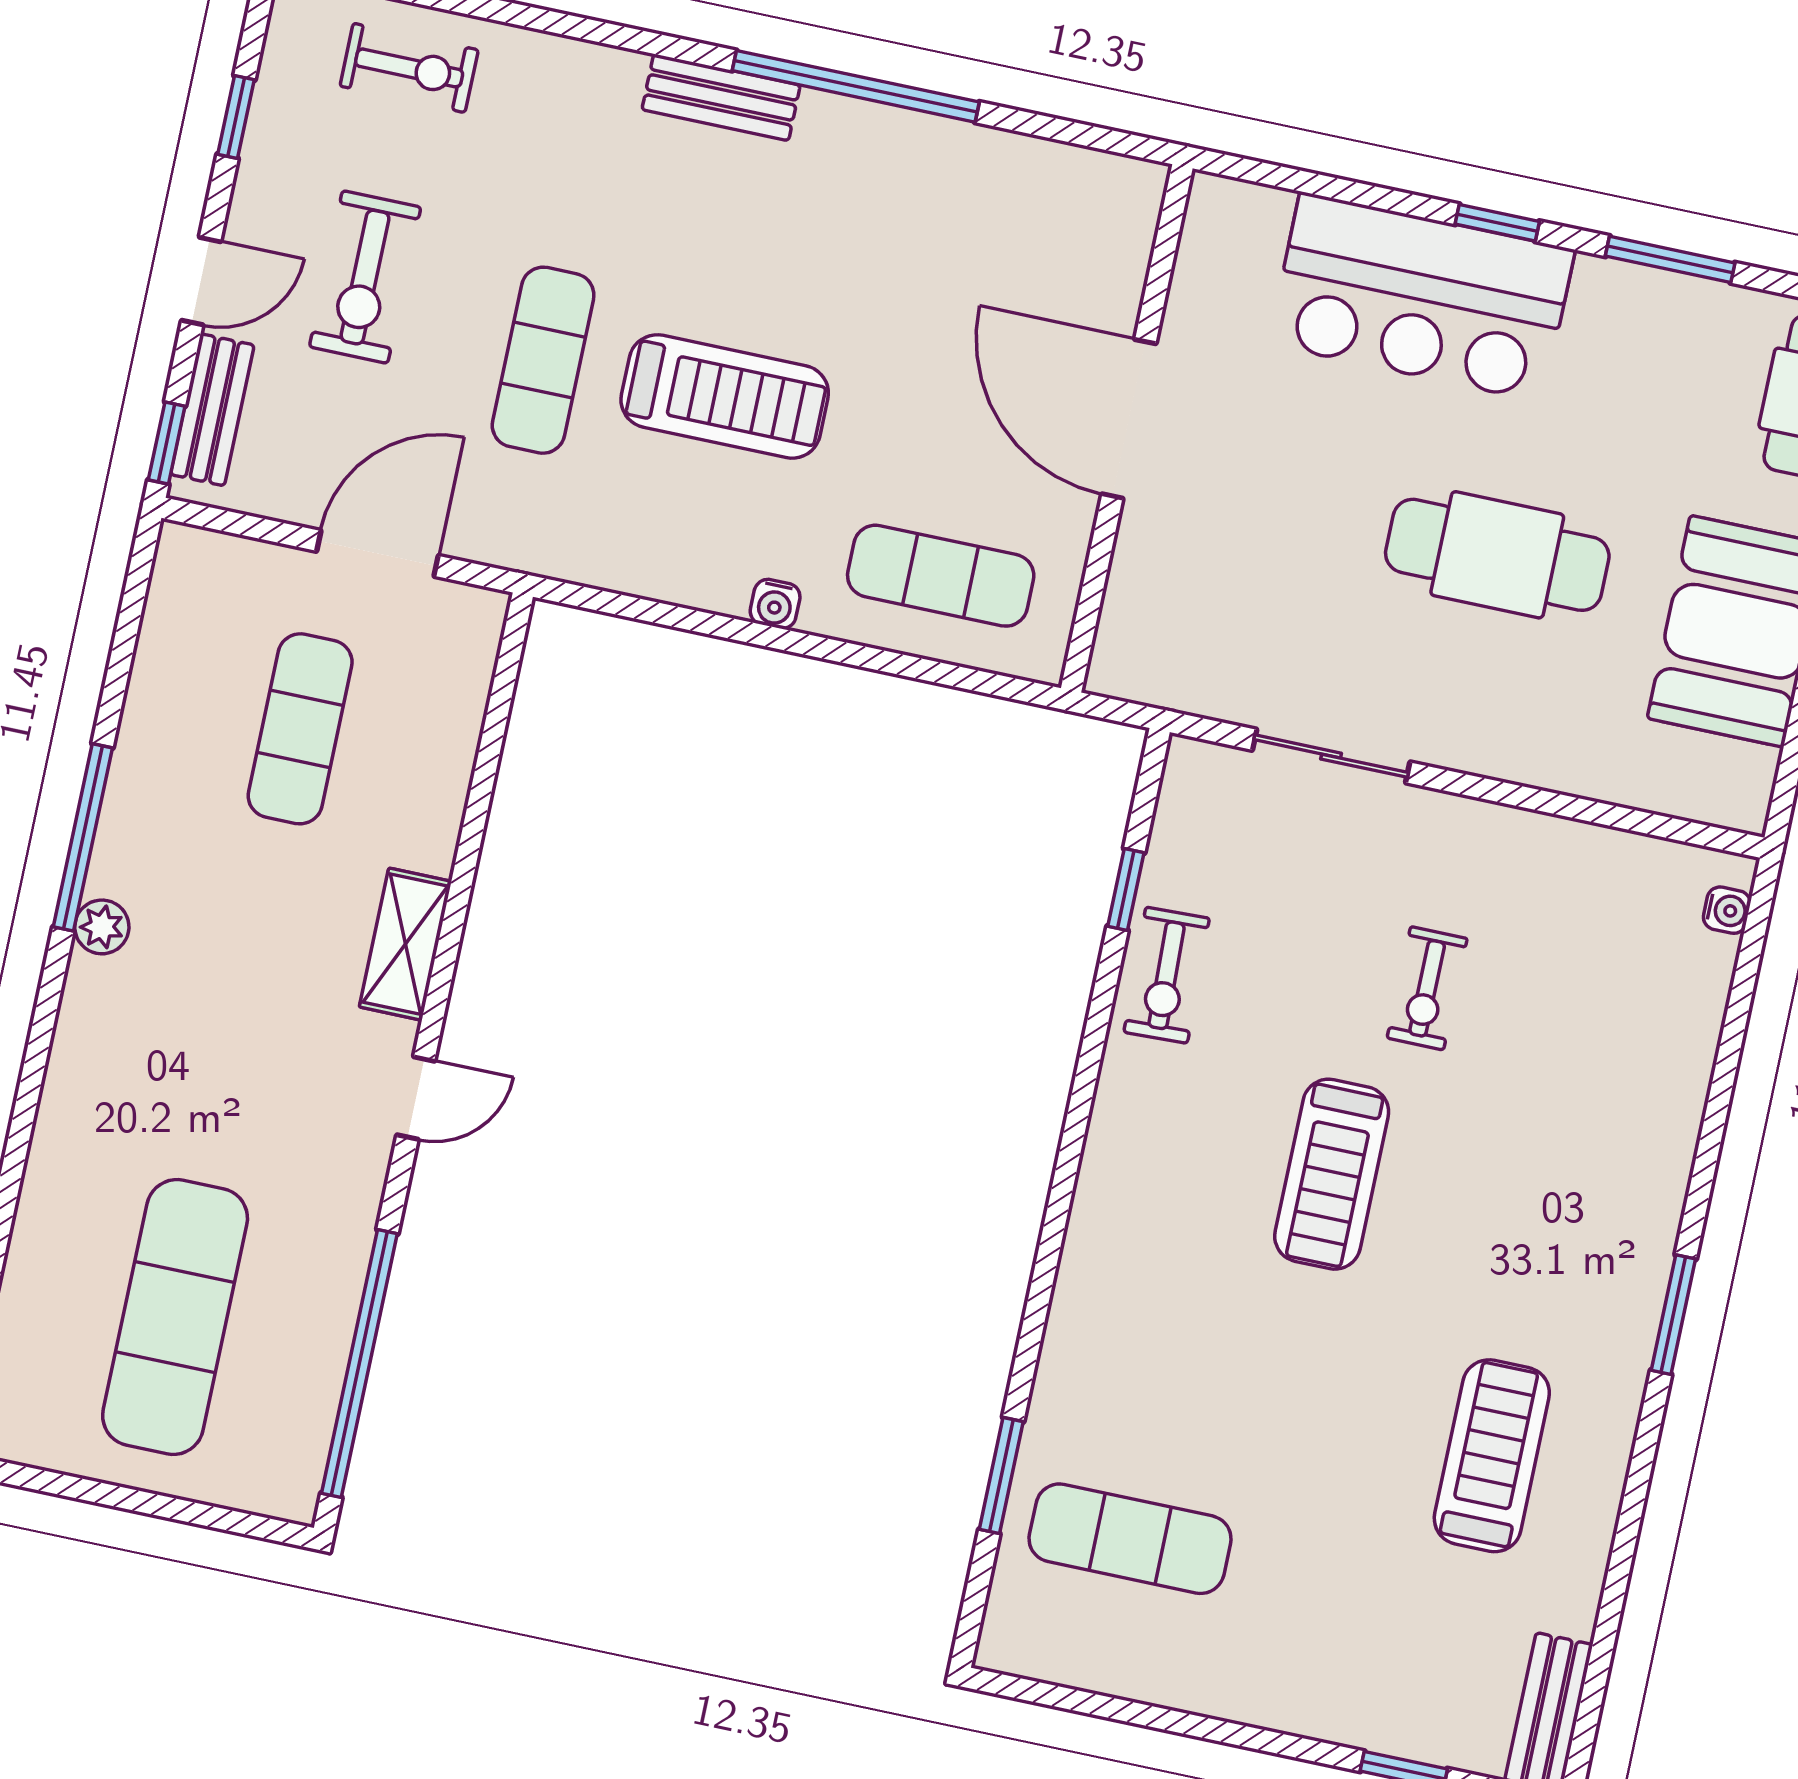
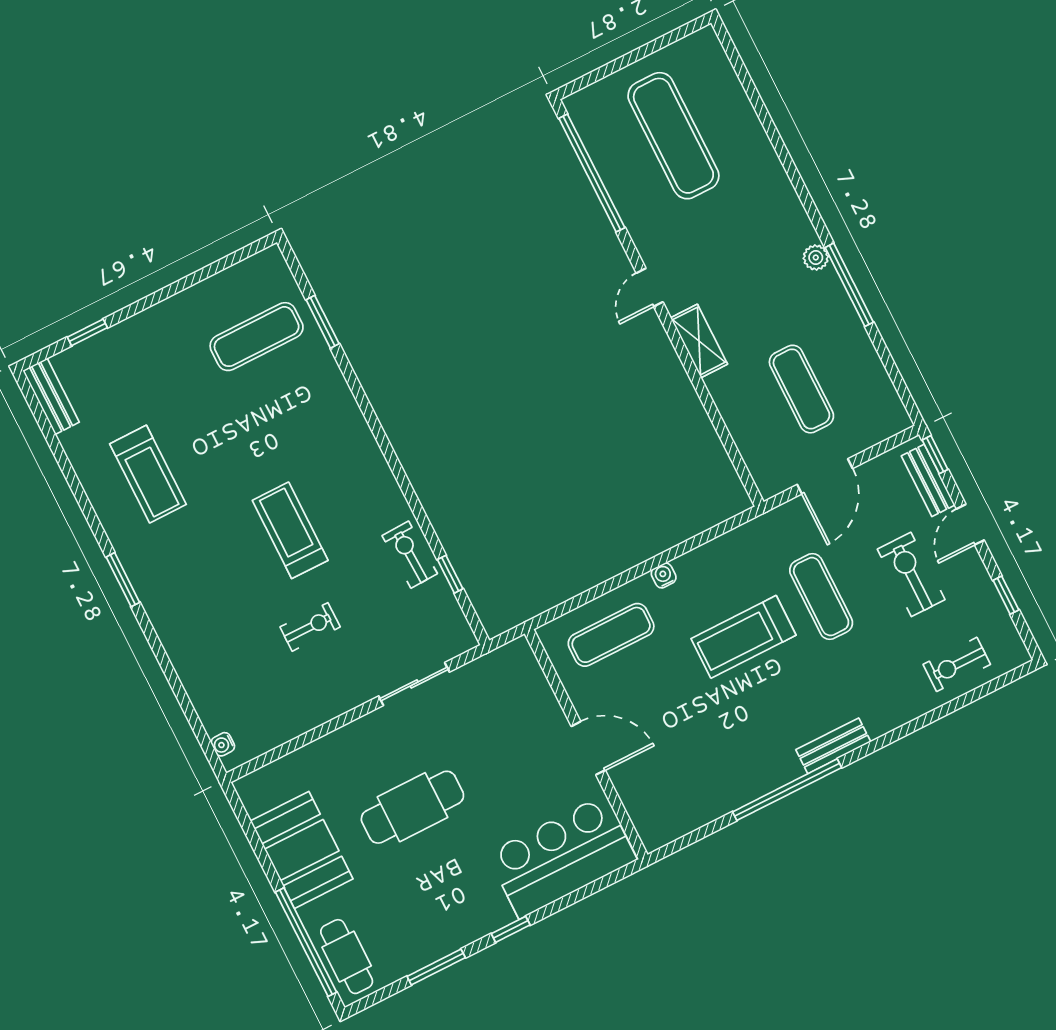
bar counter: (1422, 297) -> (562, 857), moved
door: (1129, 419) -> (588, 748), width x0.73
exercise bike: (1427, 988) -> (310, 627), turned 90

